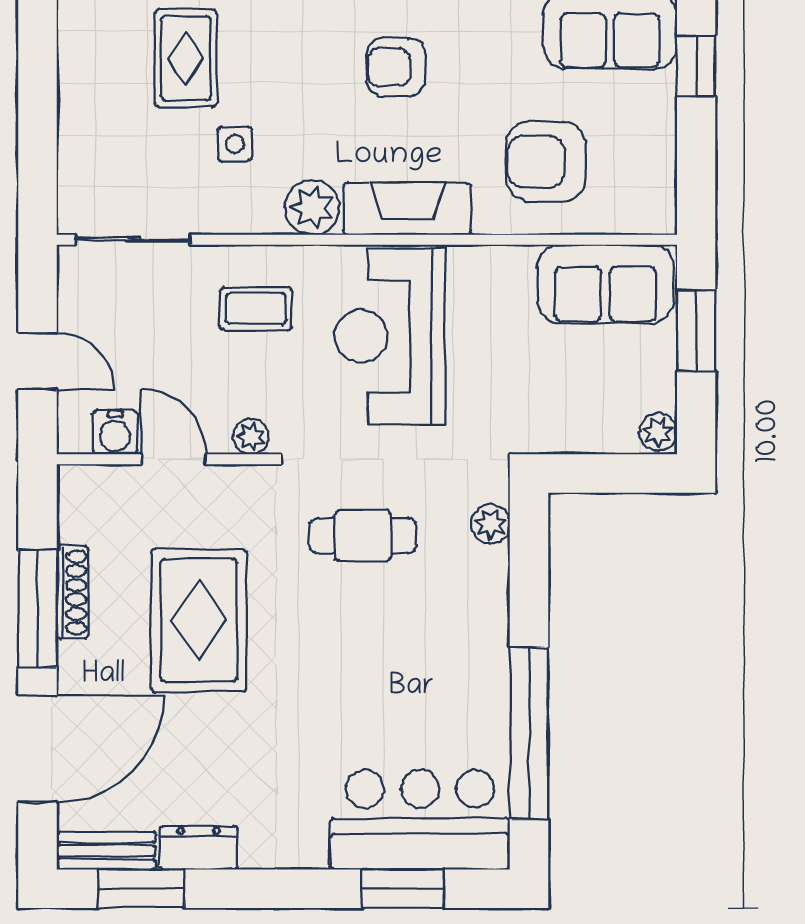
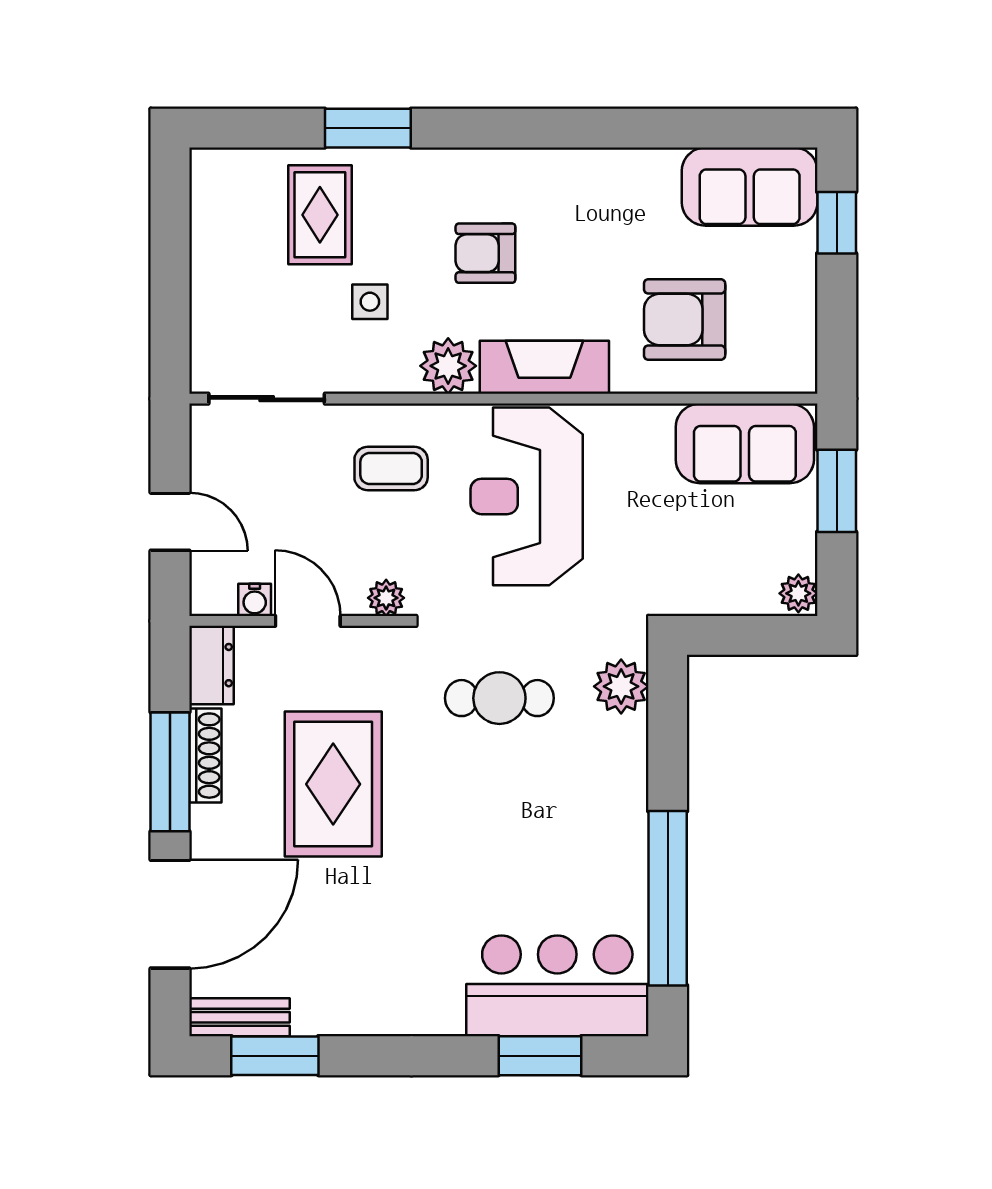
armchair: (396, 67) -> (485, 253), moved
water cooler: (115, 432) -> (255, 600), width x0.72, depth x0.72
plant: (490, 524) -> (621, 686), width x1.38, depth x1.38
dresser: (198, 848) -> (211, 665), moved, turned 90

